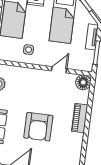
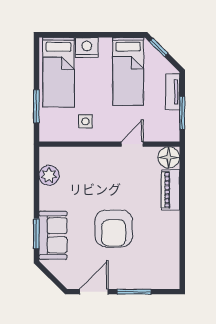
piano: (80, 118) -> (171, 190), moved

